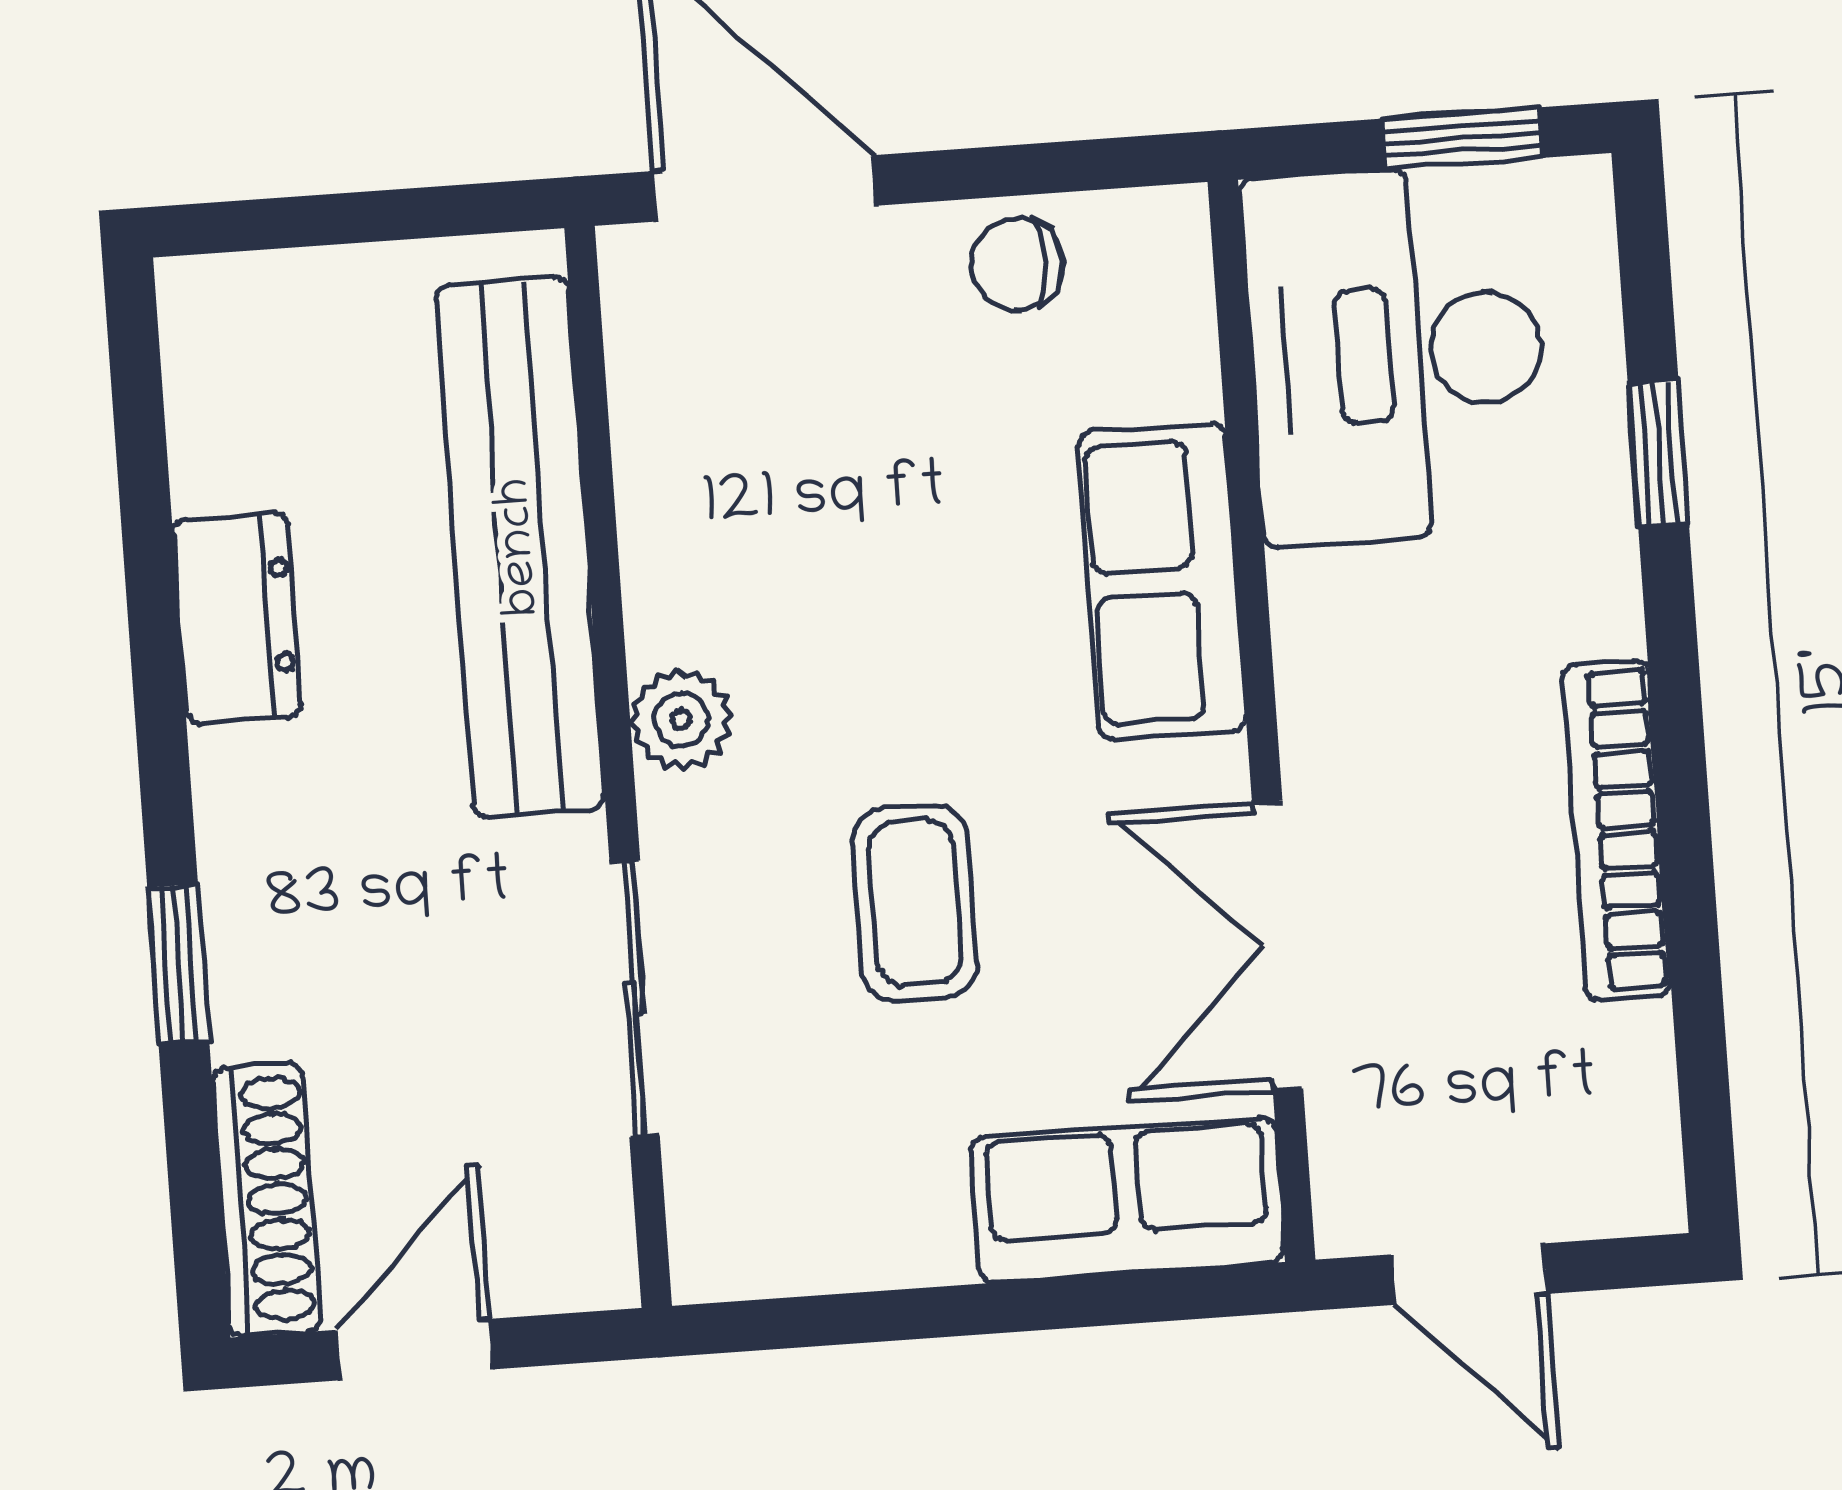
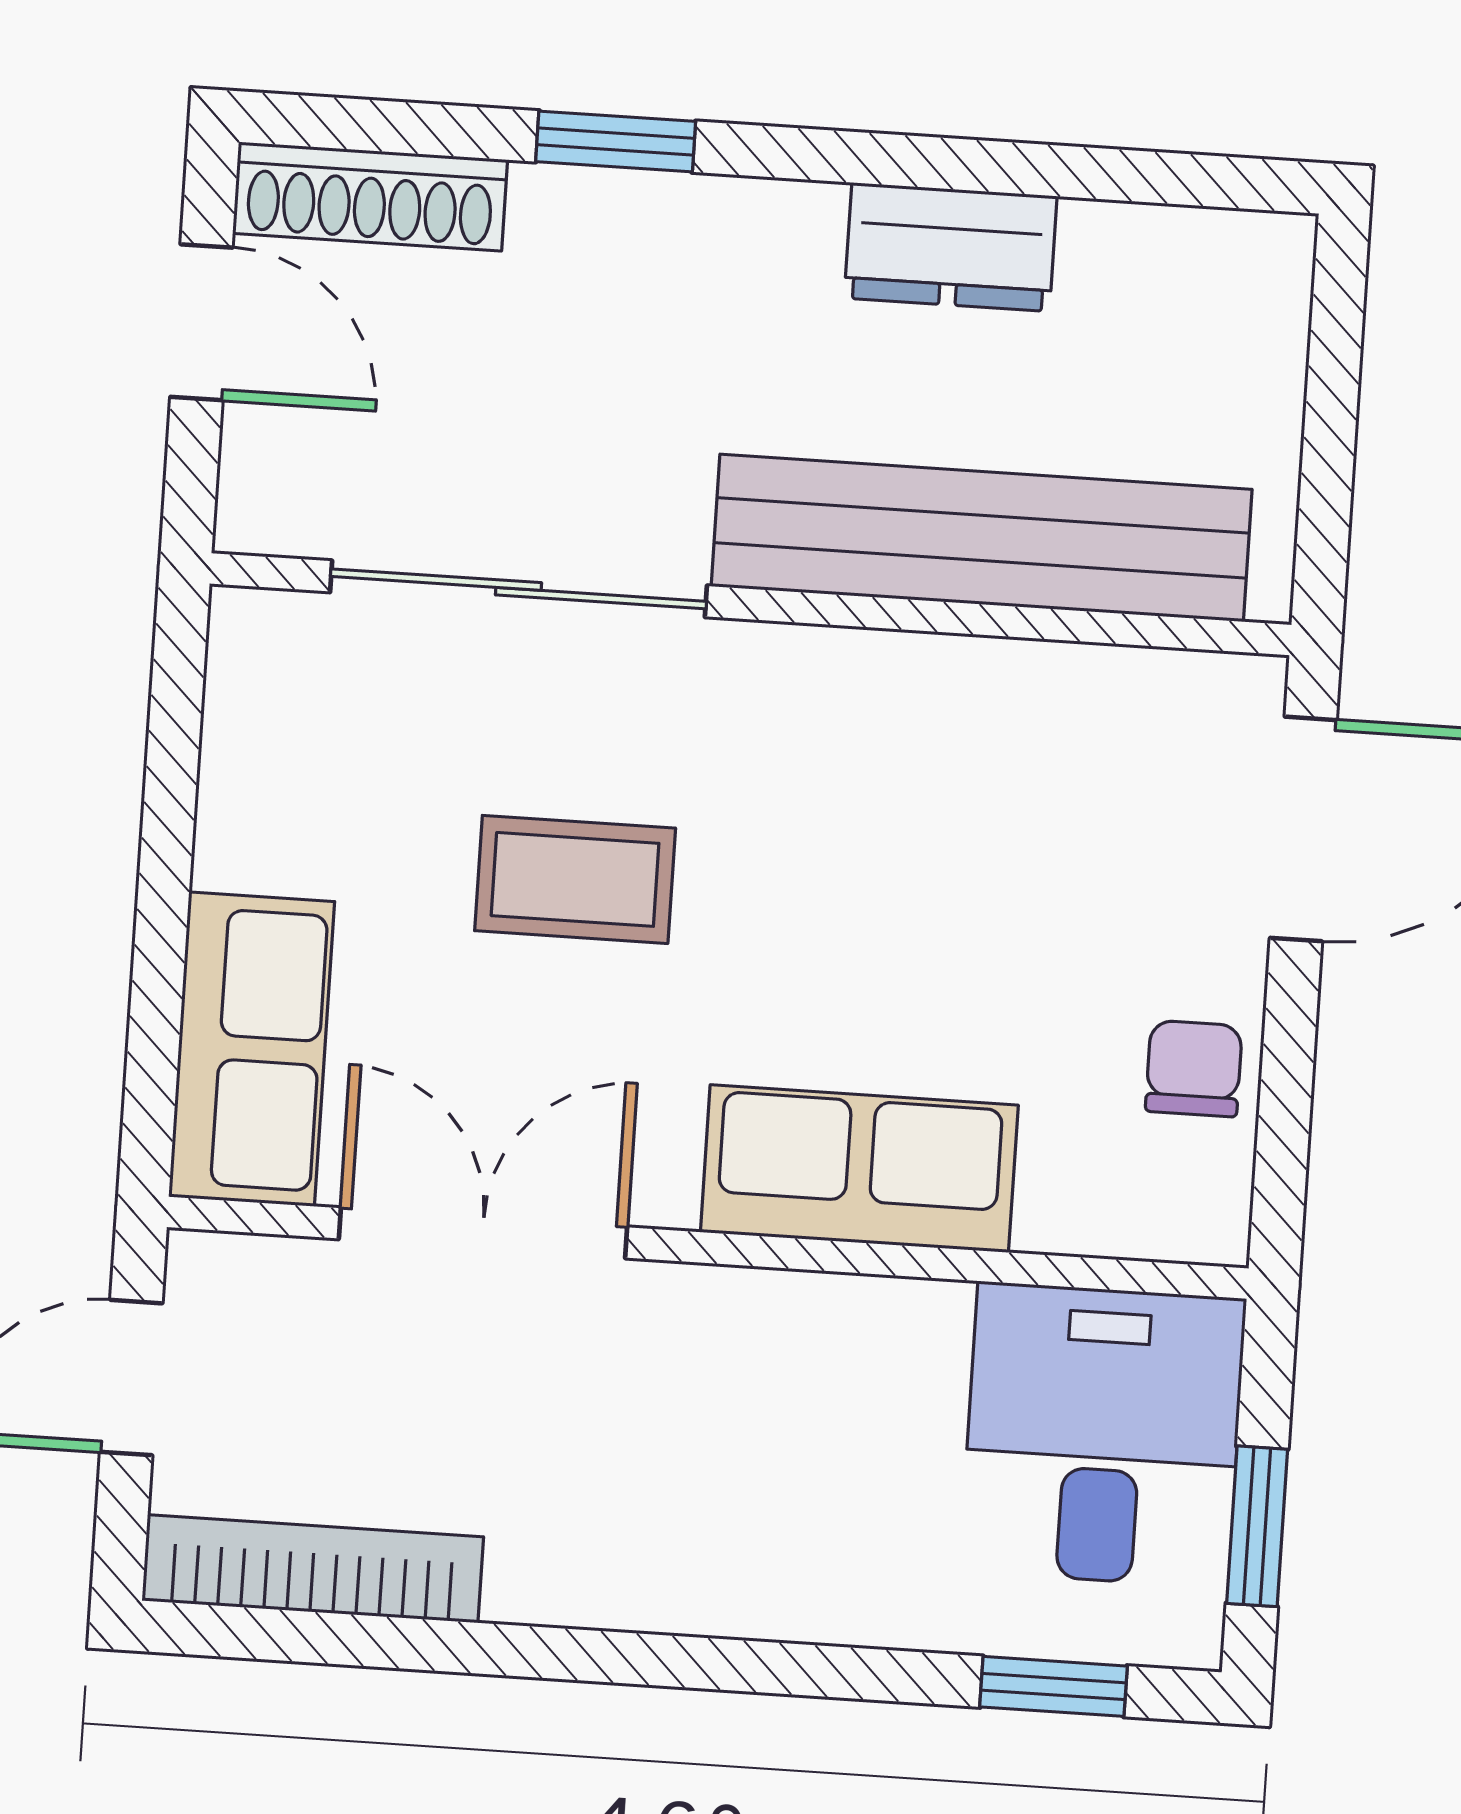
desk: (1396, 354) -> (1103, 1435), width x0.73
window: (1658, 454) -> (1053, 1686), moved
plant: (681, 719) -> (789, 673), removed
bookcase: (1617, 830) -> (313, 1569), moved
sliding door: (635, 999) -> (519, 589), width x1.37

